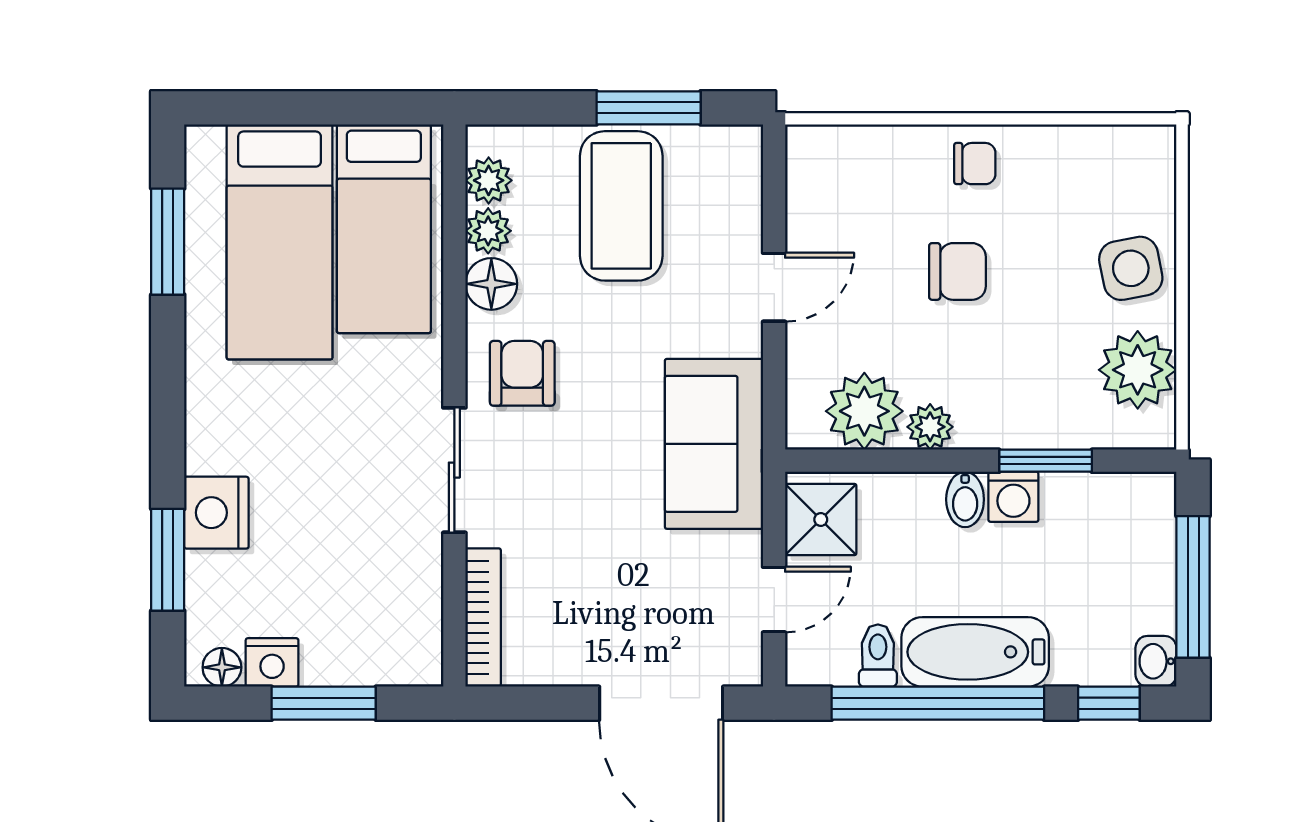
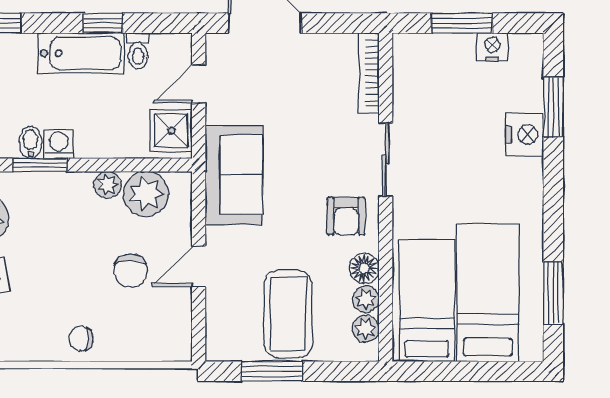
chair: (957, 271) -> (131, 271), moved, turned -90
bidet: (965, 499) -> (30, 142), moved
floor lamp: (222, 667) -> (522, 44), removed
window: (938, 703) -> (103, 23), width x0.32

